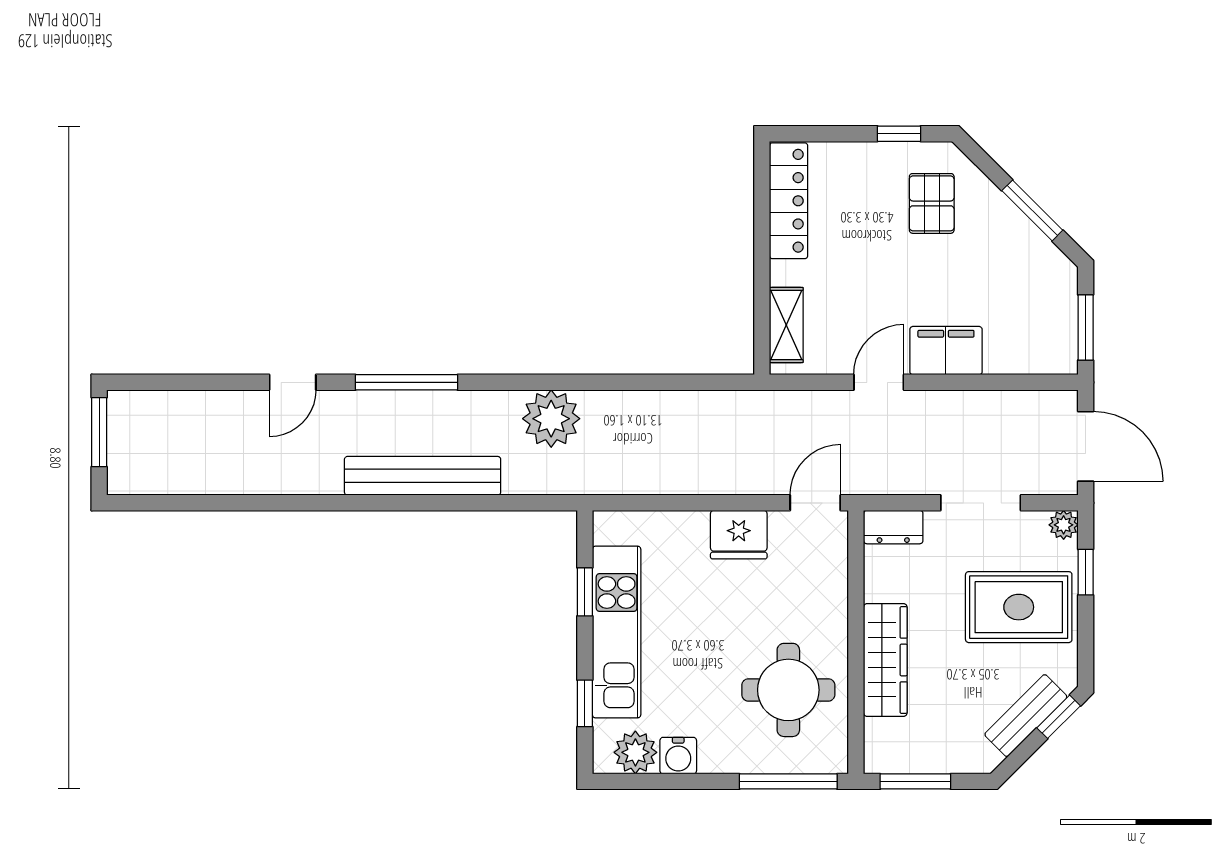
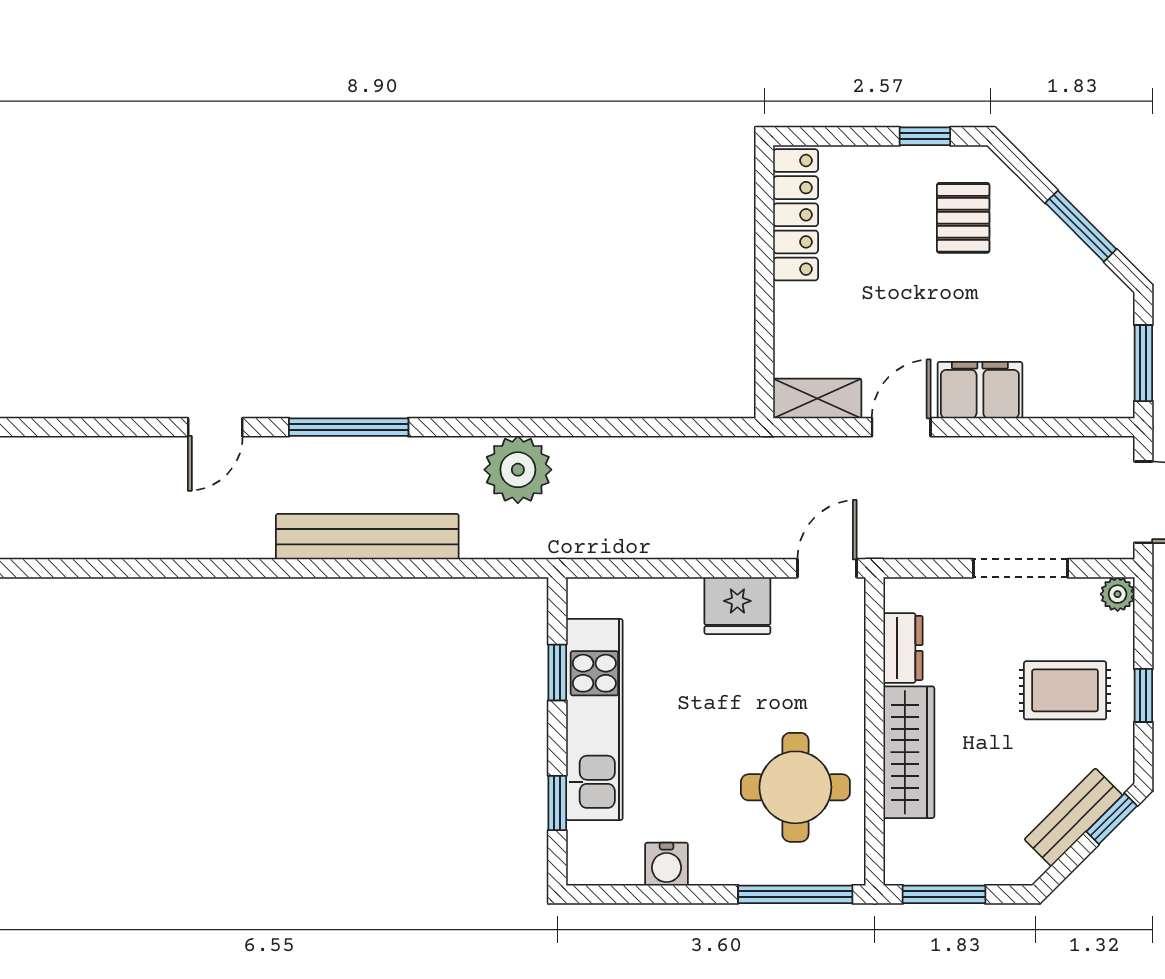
shelving: (786, 325) -> (817, 399), moved, turned 90
dresser: (893, 527) -> (903, 648), moved, turned -90
window: (1086, 572) -> (1143, 695), moved
rug: (1019, 607) -> (1065, 690), width x0.73, depth x0.70
plant: (635, 752) -> (616, 860), removed

